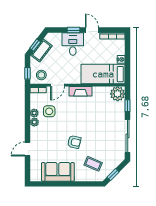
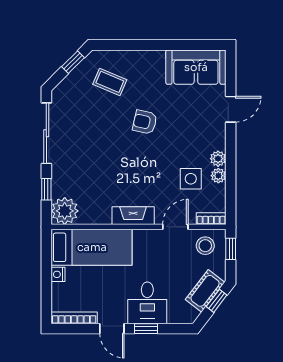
sofa: (58, 172) -> (196, 67), moved

